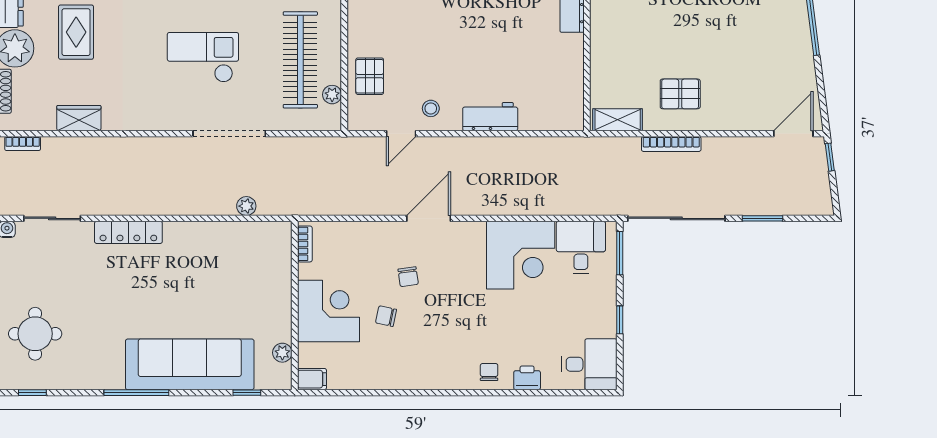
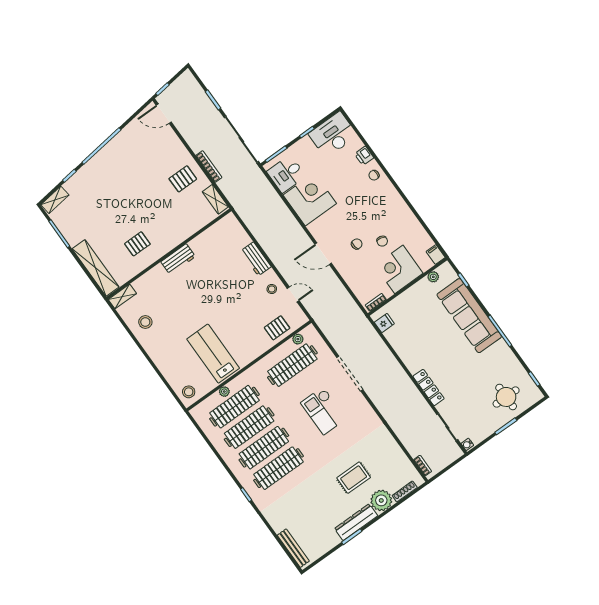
pallet: (680, 94) -> (183, 179), turned 90
wardrobe: (79, 118) -> (392, 448), removed
plant: (246, 206) -> (378, 342), removed
fridge: (266, 235) -> (384, 323), added
desk: (589, 364) -> (333, 135), width x1.37

